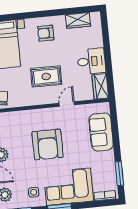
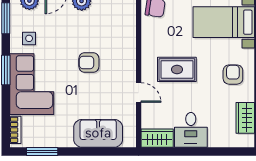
rug: (46, 76) -> (177, 69), turned 90
armchair: (48, 144) -> (89, 63), width x0.53, depth x0.53

